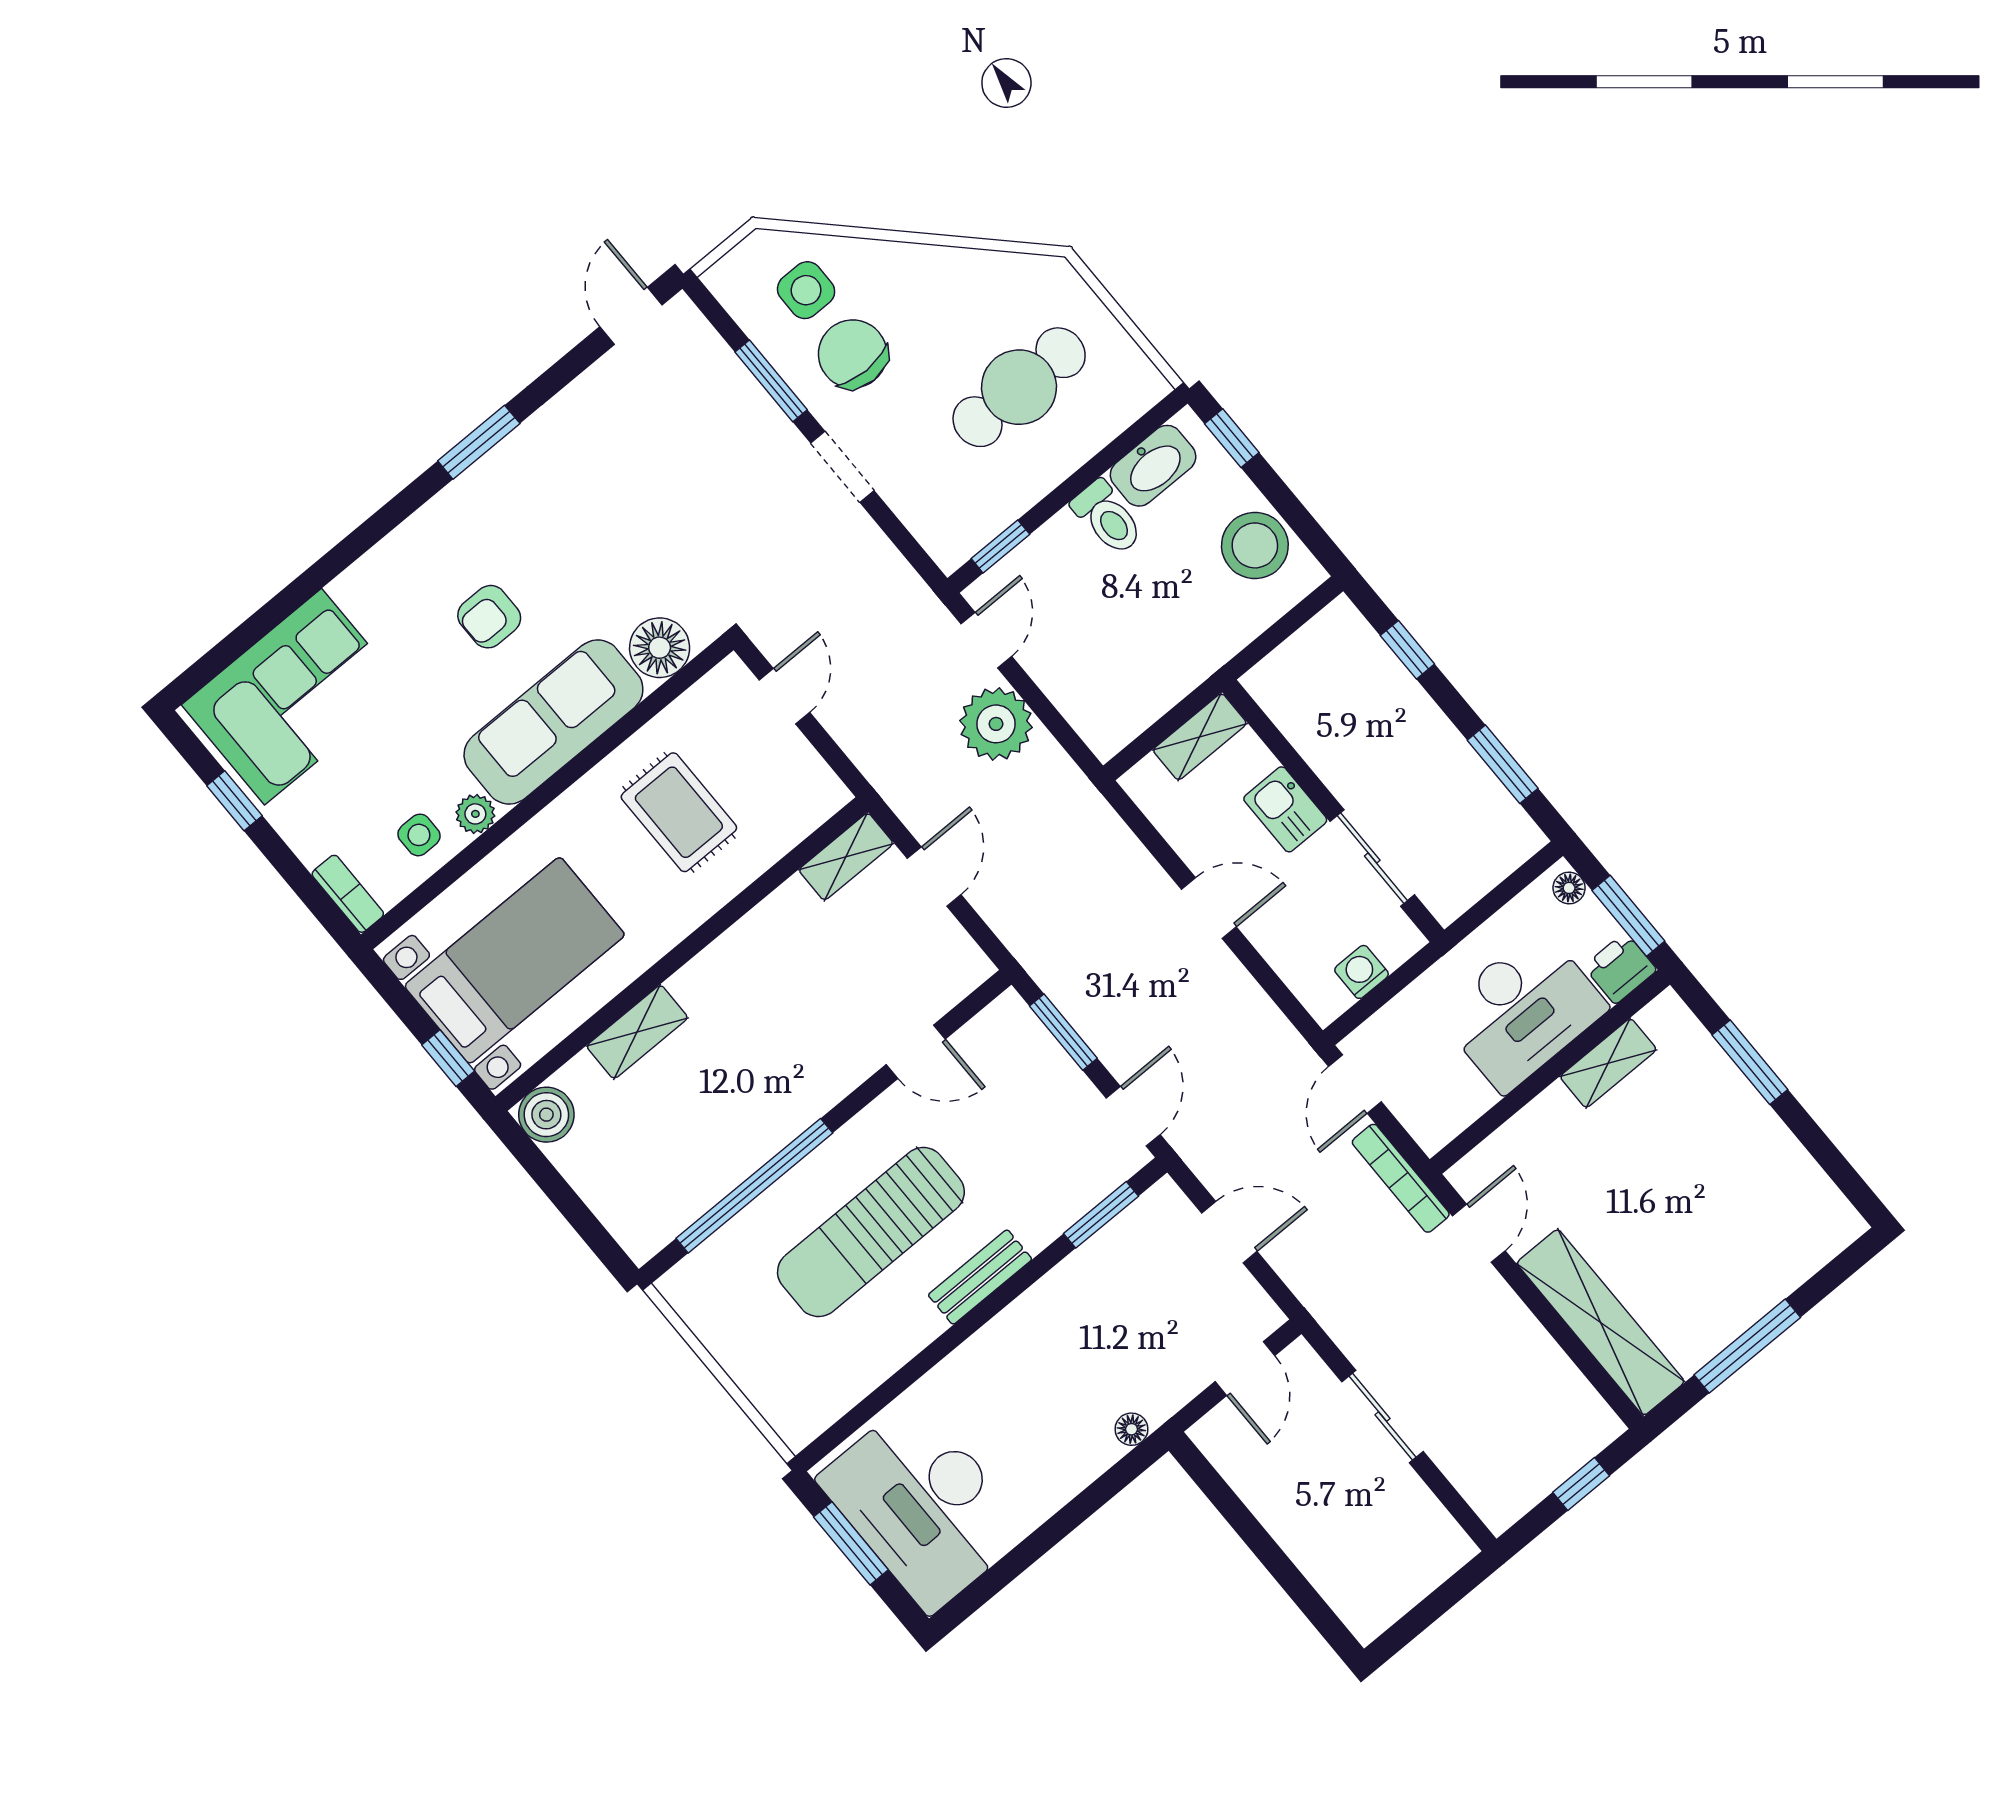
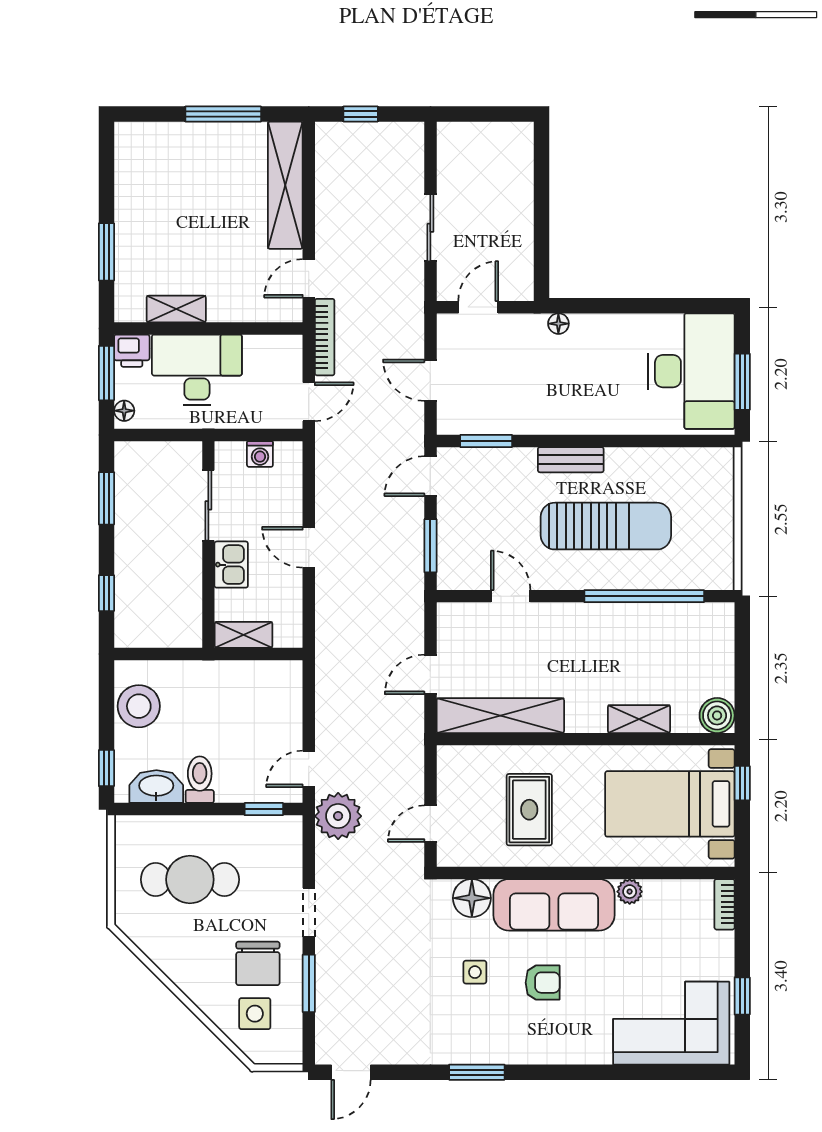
plant: (996, 724) -> (338, 816), moved
side table: (419, 835) -> (475, 972), moved
shelving: (846, 857) -> (500, 716), width x2.20, depth x1.33

